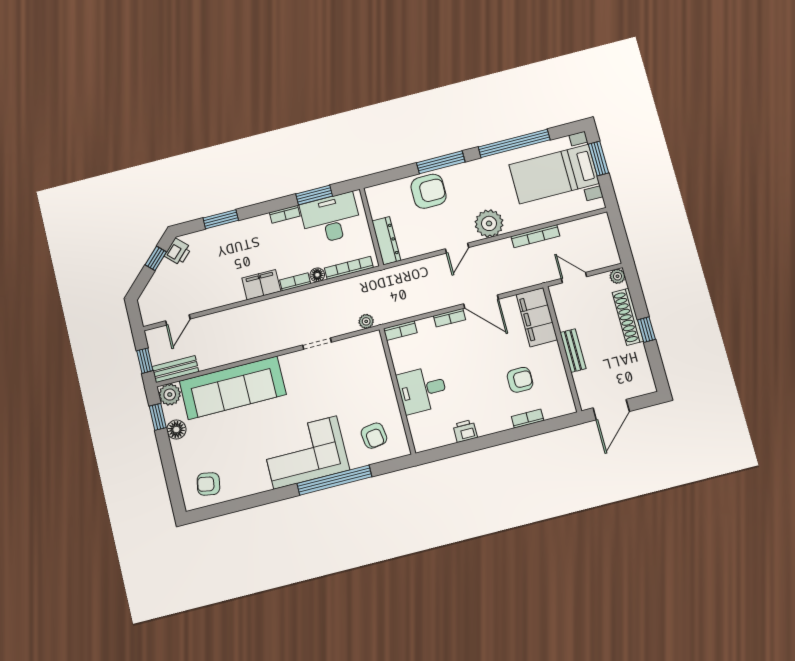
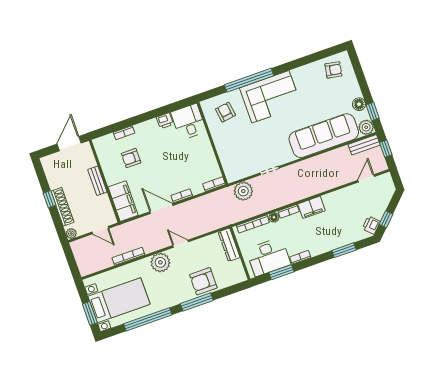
door: (457, 248) -> (181, 244), hinge flipped
plant: (366, 321) -> (243, 191), width x1.88, depth x1.88
desk: (422, 390) -> (189, 122), moved, turned -90

